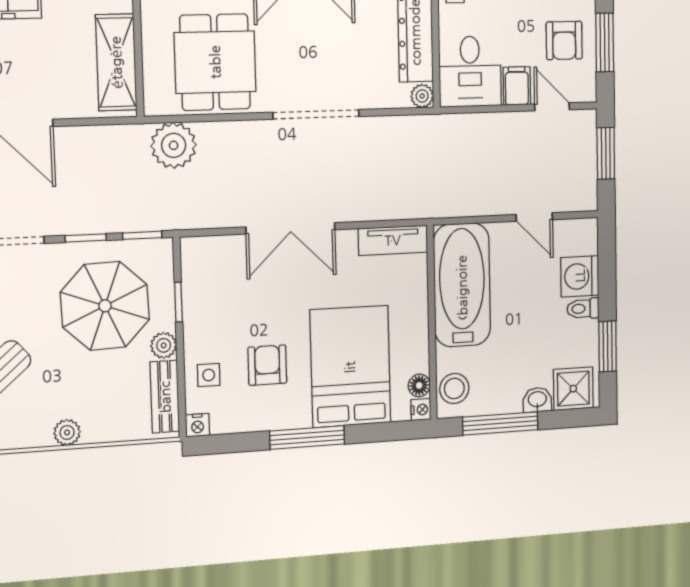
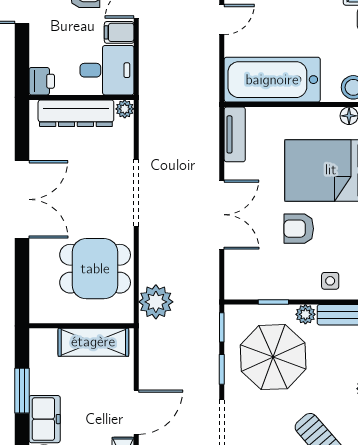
armchair: (267, 365) -> (299, 229), moved

